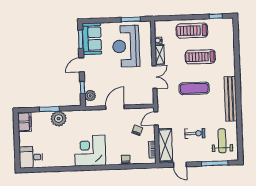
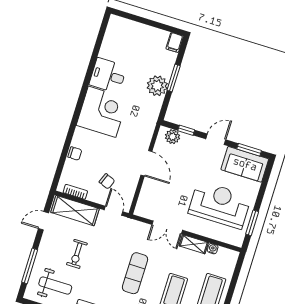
door: (82, 65) -> (216, 139), hinge flipped
filing cabinet: (25, 122) -> (175, 43), width x0.50
desk: (31, 157) -> (108, 76), moved, turned -90

